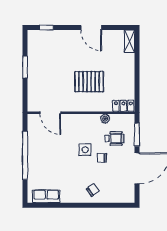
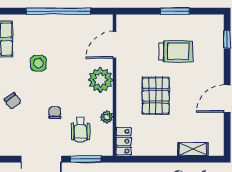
shelving: (129, 41) -> (193, 149), moved
trolley: (55, 66) -> (176, 51), added
plant: (77, 123) -> (100, 80), added
side table: (85, 150) -> (38, 63), moved

